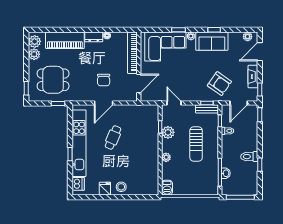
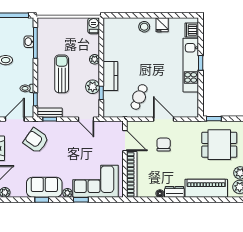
door: (139, 84) -> (125, 141), swing flipped
door: (104, 103) -> (164, 119), hinge flipped
cafe table: (113, 137) -> (139, 97), moved
kitchen counter: (152, 142) -> (110, 76), added
kitchen unit: (79, 143) -> (191, 65), width x0.73

